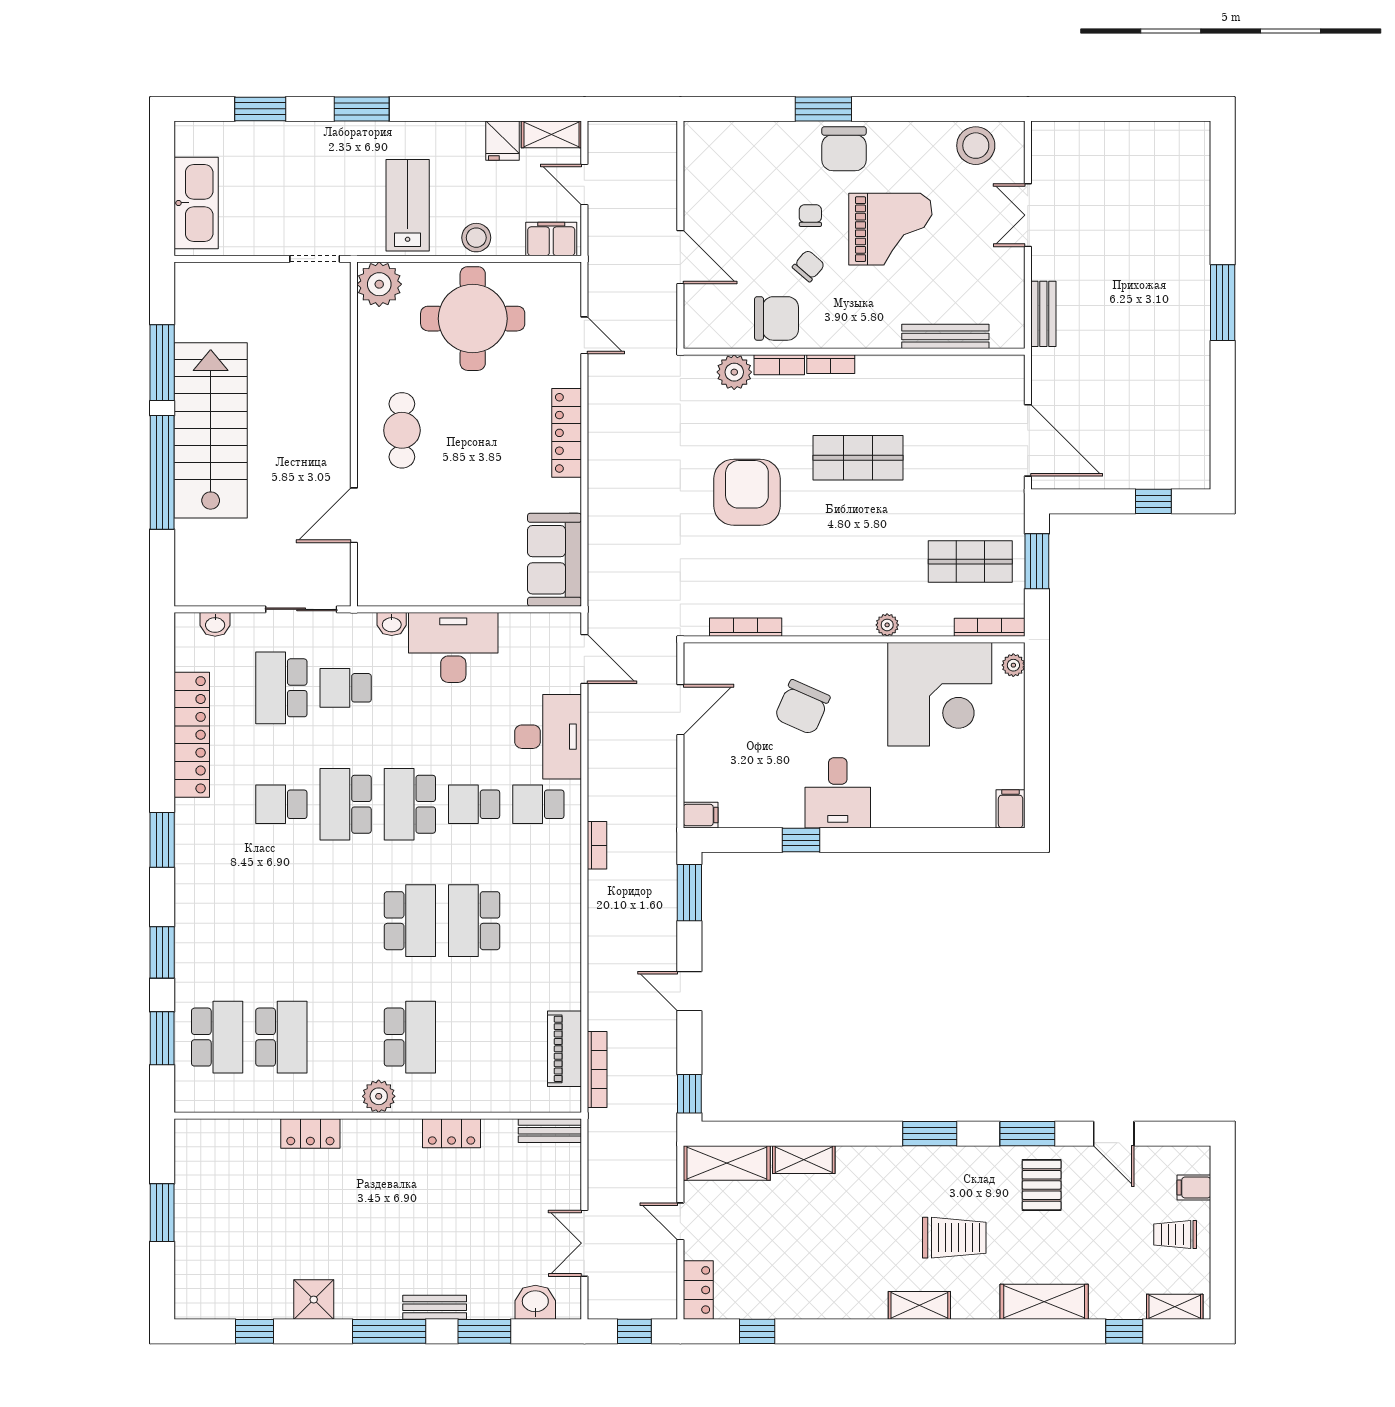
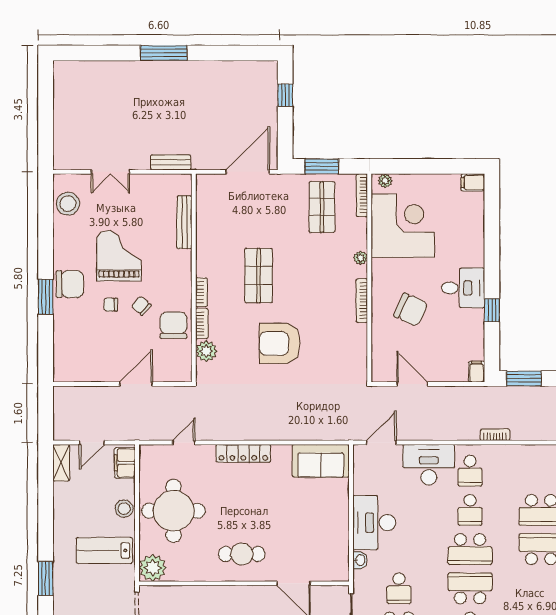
fridge: (503, 141) -> (65, 493), removed
bookcase: (746, 627) -> (362, 301), moved
school desk: (346, 804) -> (470, 588), turned 180

